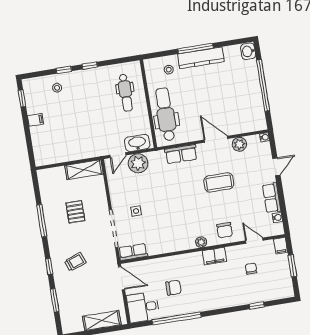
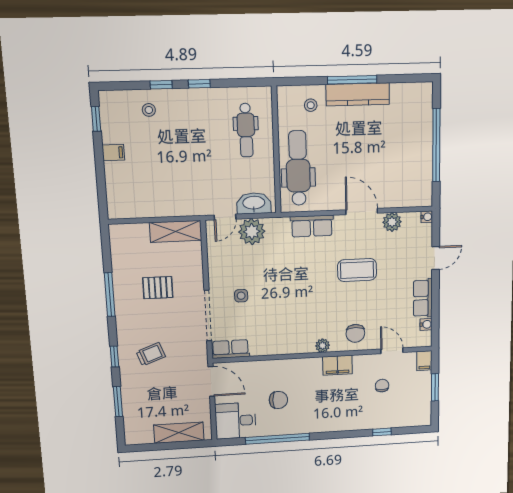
washbasin: (248, 51) -> (424, 94), removed
pallet: (75, 212) -> (158, 288), turned 90

